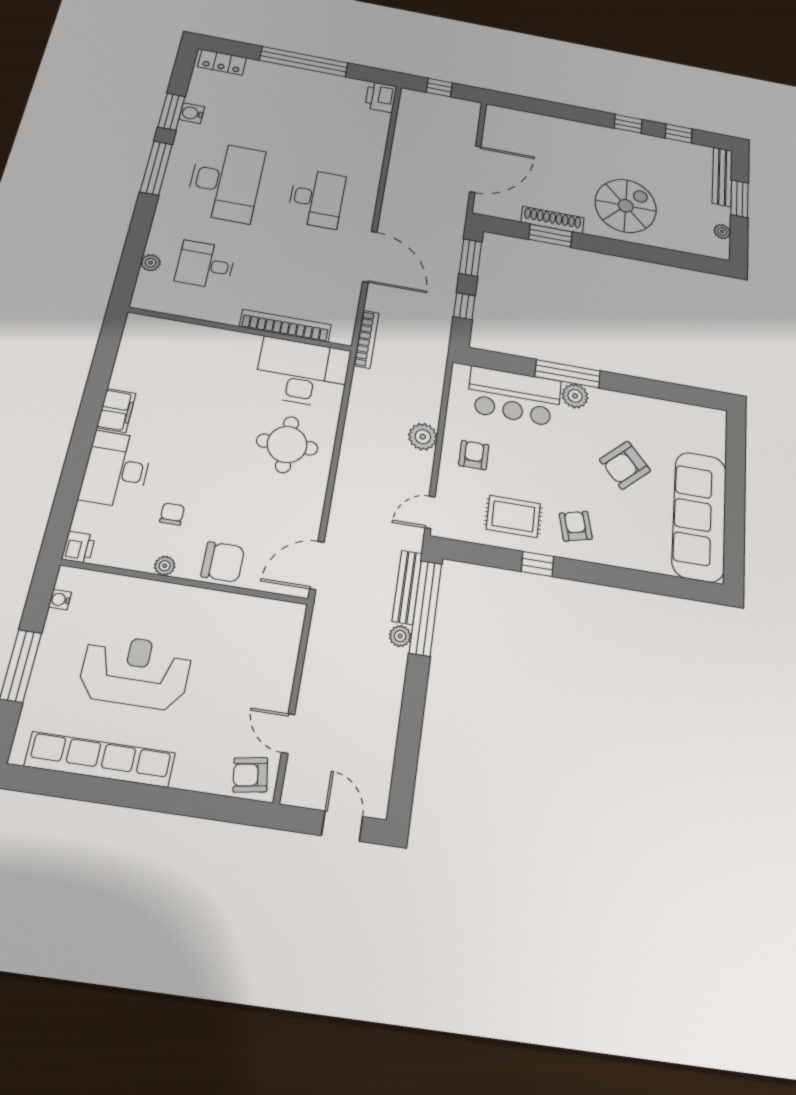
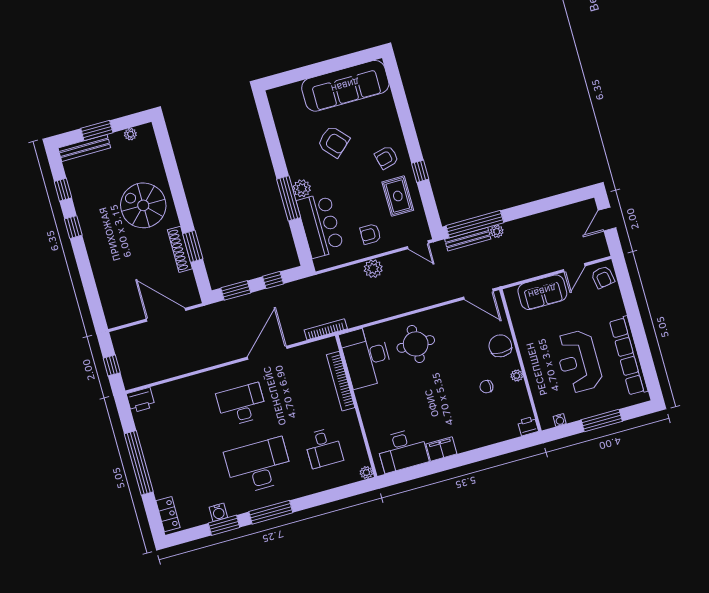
plant: (151, 263) -> (366, 473), moved
desk: (116, 469) -> (402, 450), moved
sofa: (273, 664) -> (542, 292), added

